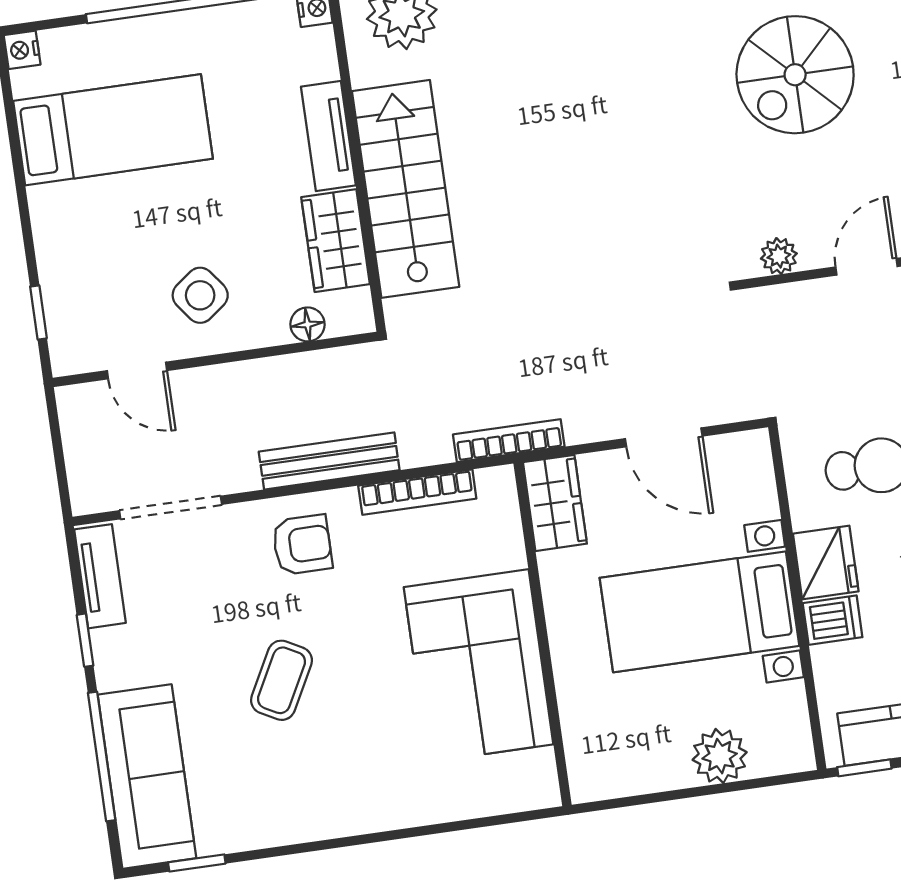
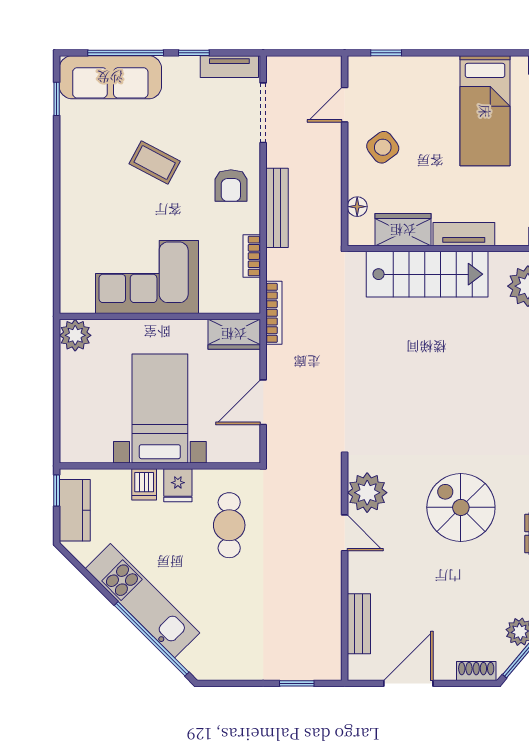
plant: (779, 256) -> (367, 493), width x1.88, depth x1.88
bookcase: (417, 492) -> (252, 256), width x0.64
fridge: (826, 562) -> (178, 485), width x0.72
plant: (720, 756) -> (75, 335), moved

